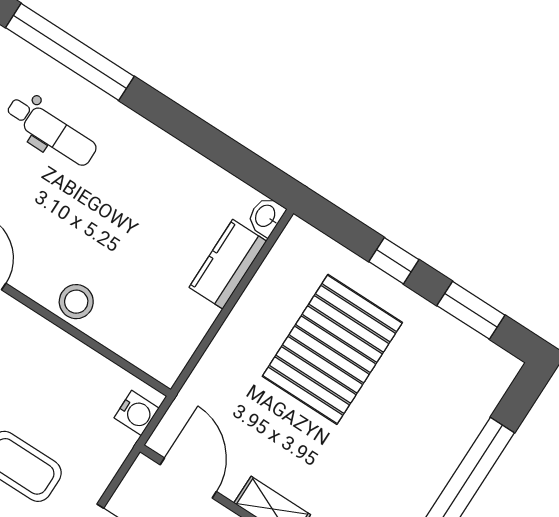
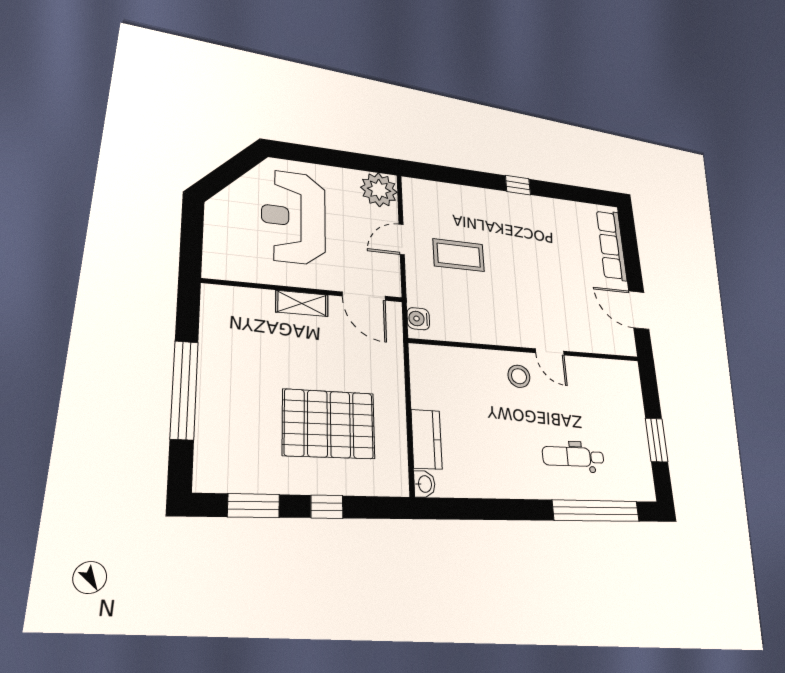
stool: (76, 302) -> (519, 376), moved
pallet: (332, 349) -> (329, 424), turned 90

